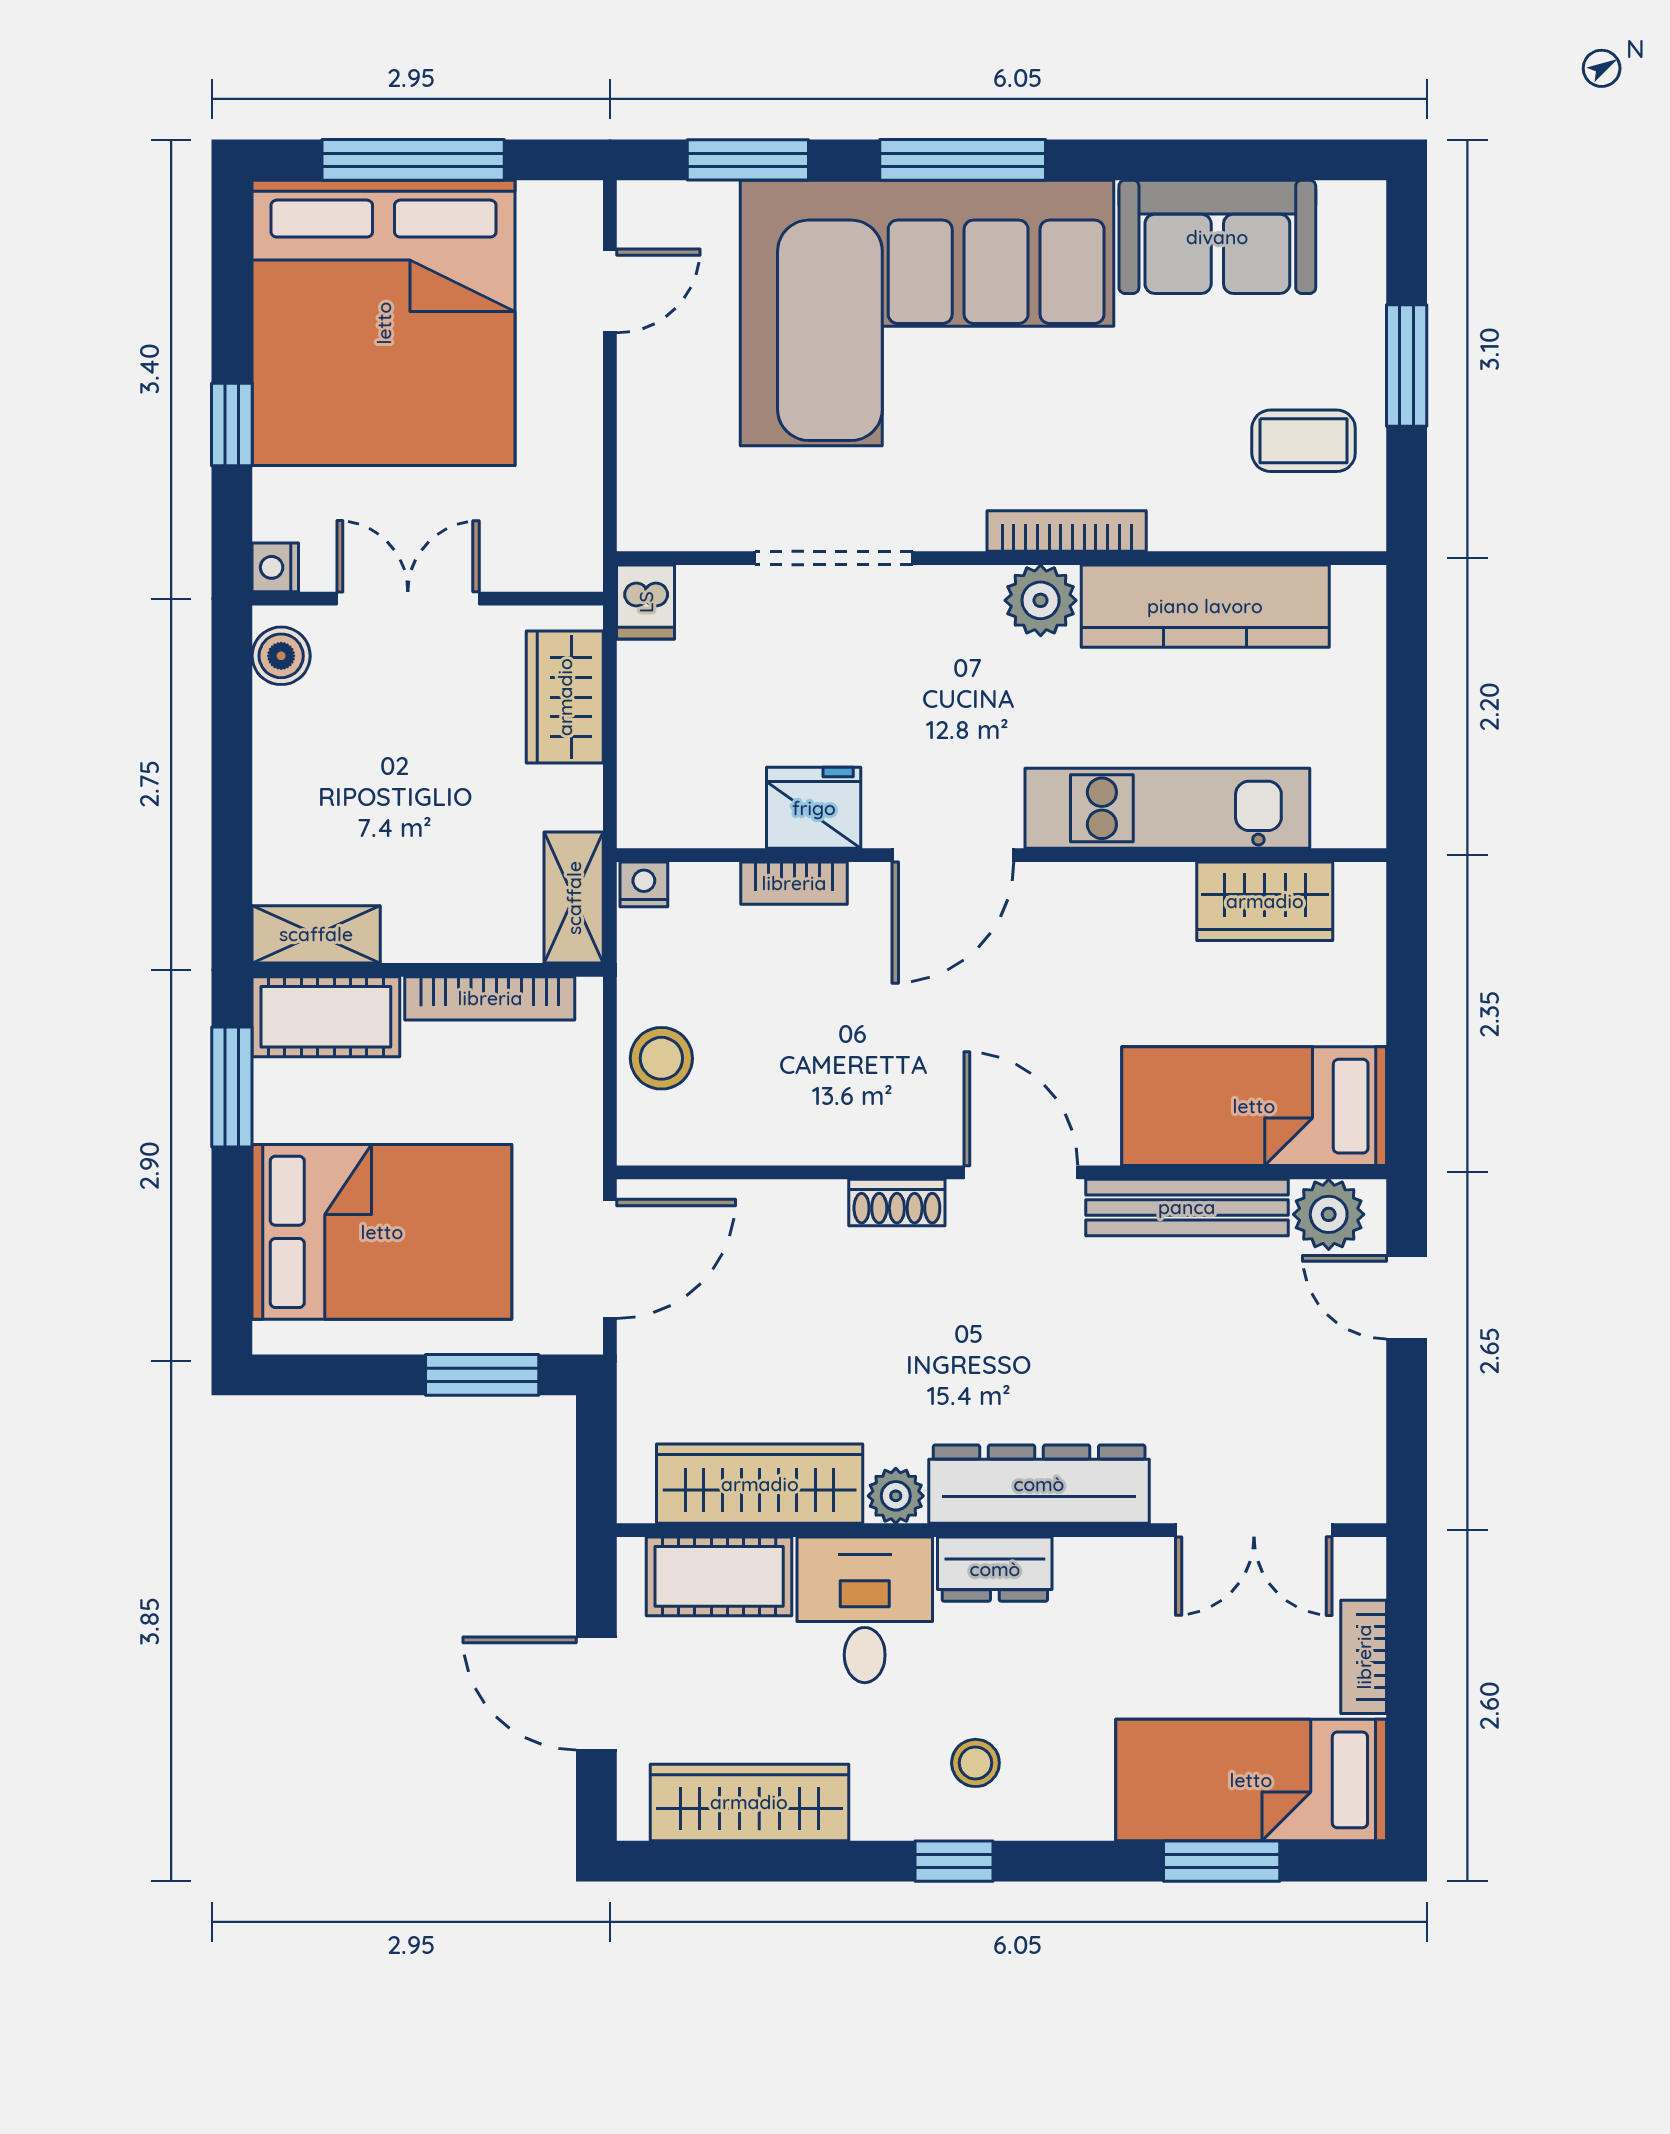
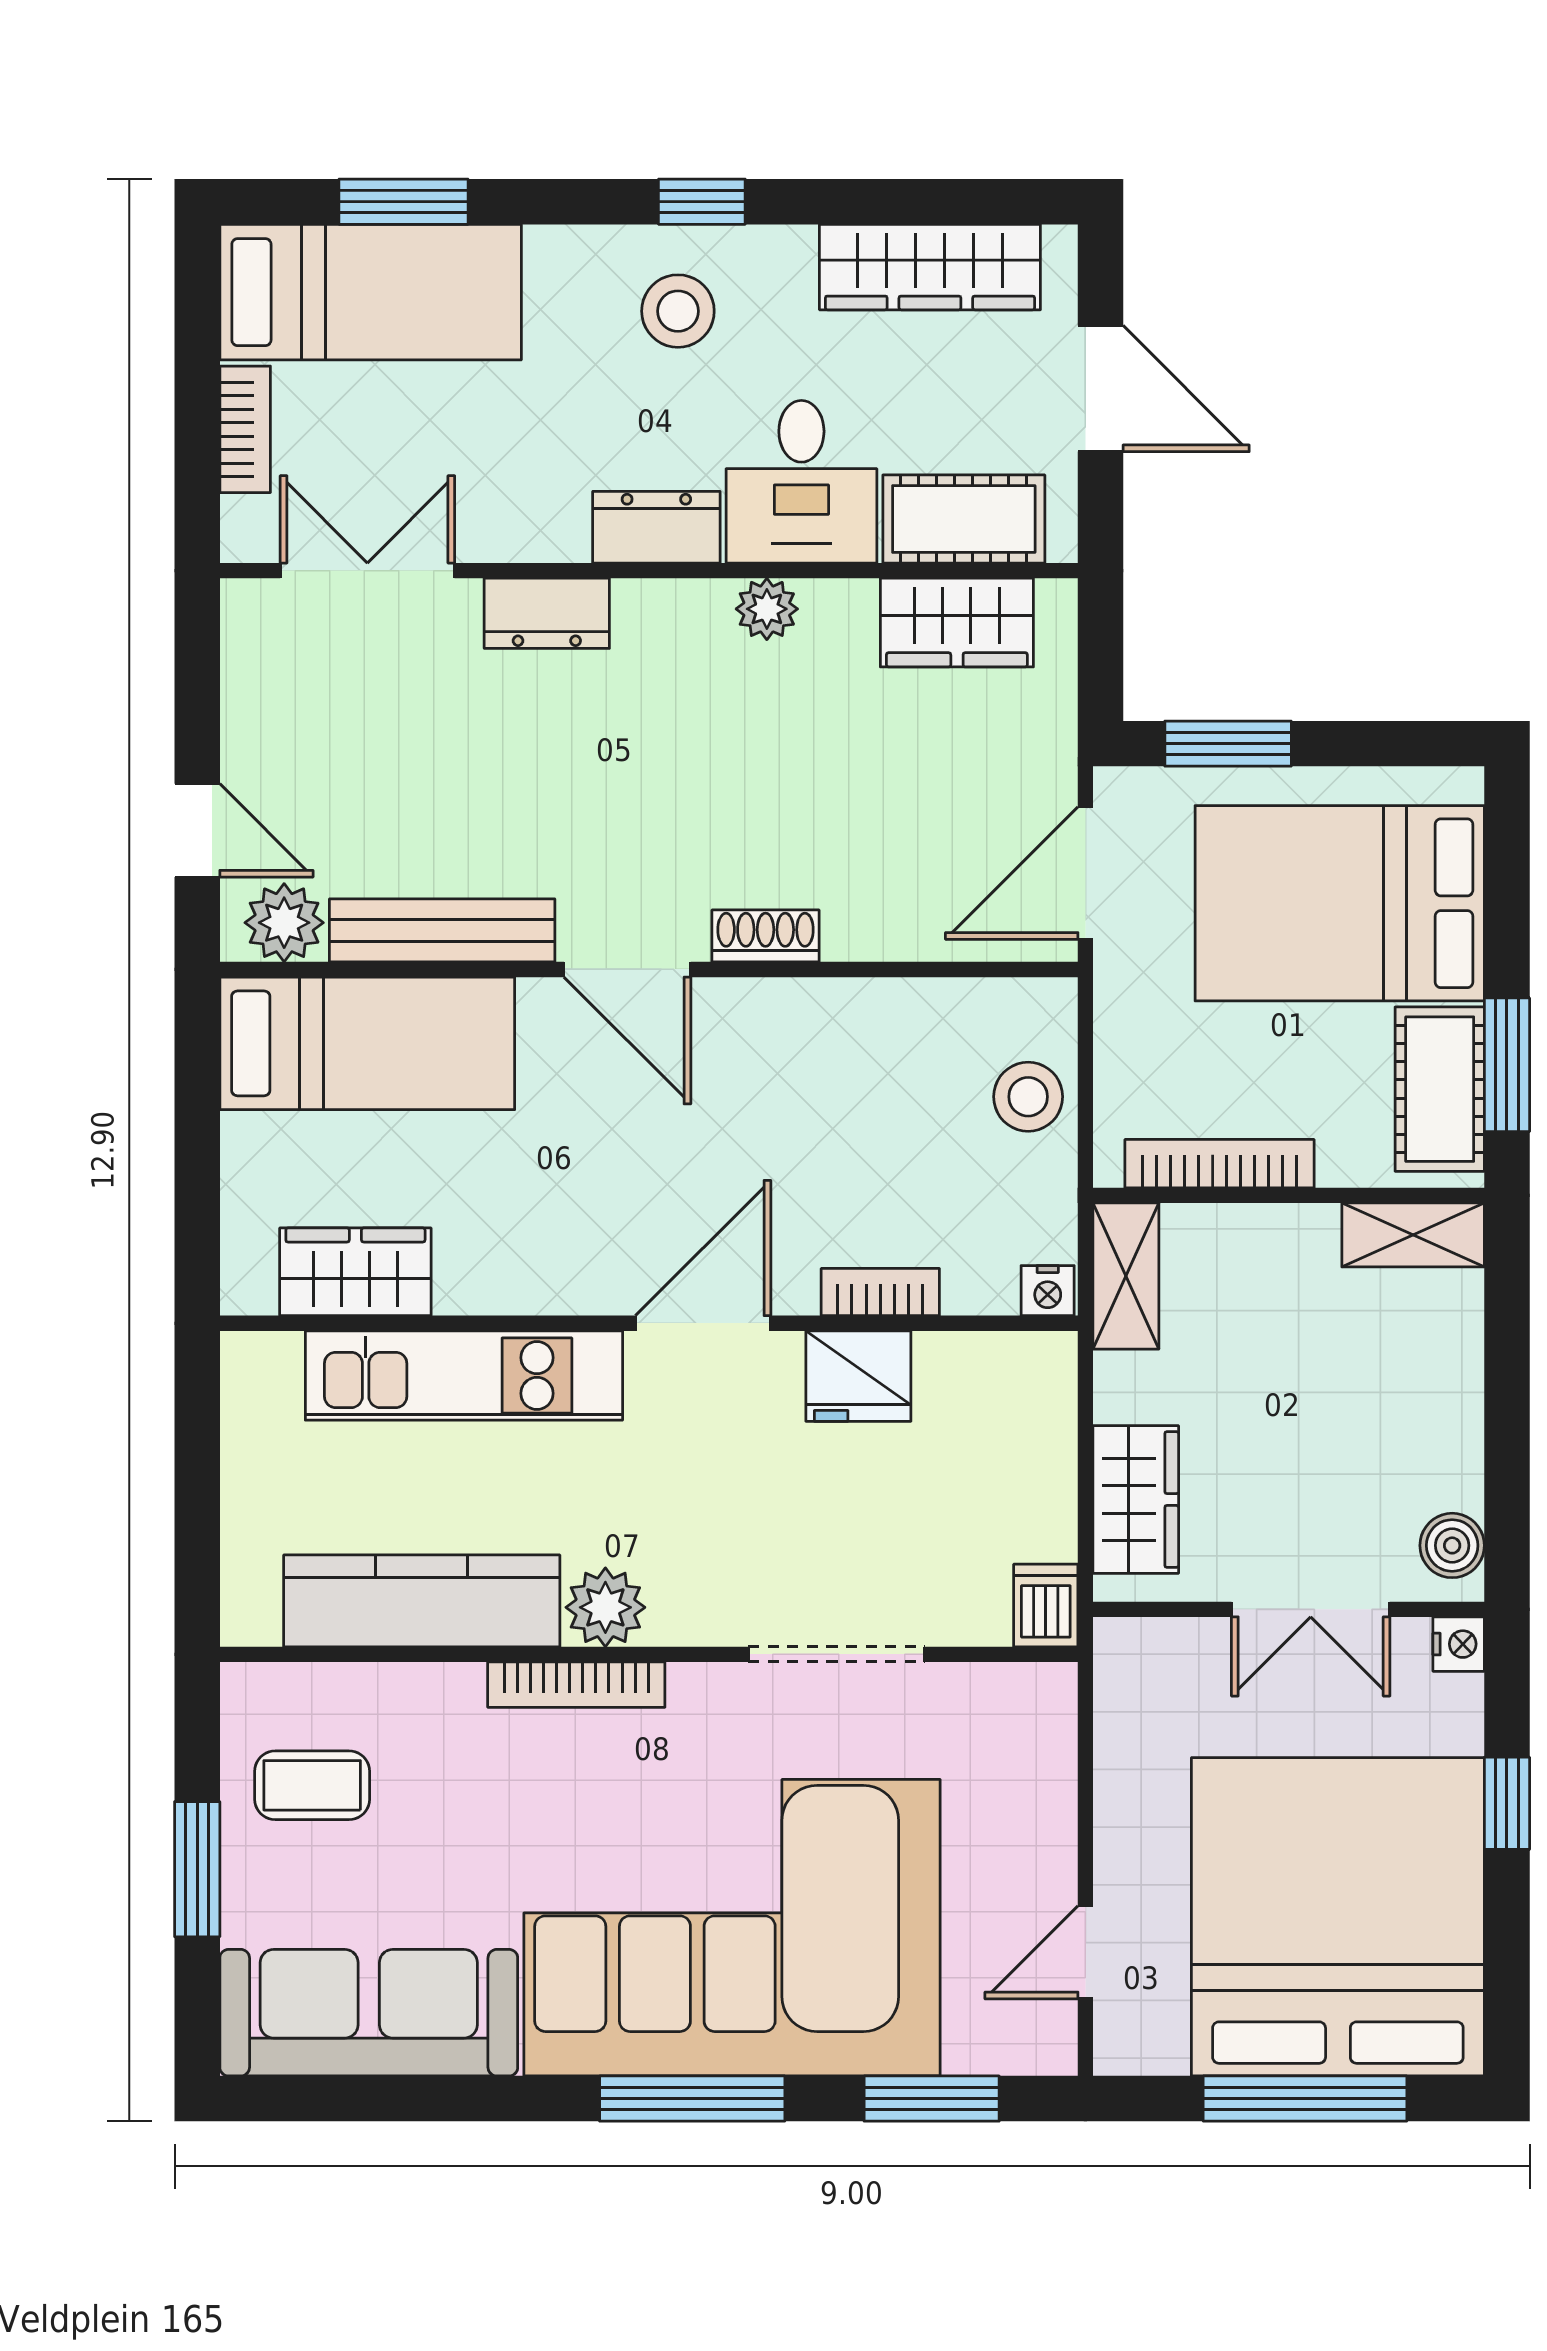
sofa: (1217, 237) -> (369, 2013), width x1.36
cot: (326, 1017) -> (1440, 1089), moved, turned 90
wardrobe: (760, 1484) -> (957, 622), width x0.67
dresser: (1039, 1484) -> (547, 613), width x0.51, depth x0.80
stool: (975, 1763) -> (678, 311), width x1.37, depth x1.37

